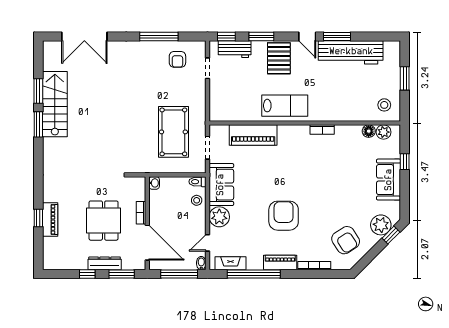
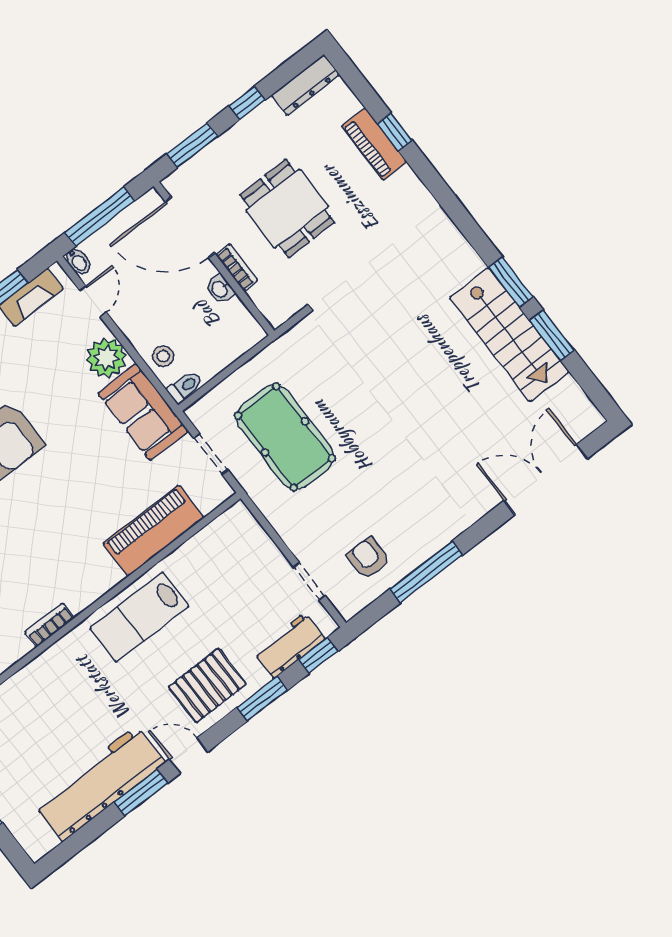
pallet: (279, 58) -> (207, 686), turned 90
washbasin: (154, 183) -> (220, 289), moved
dresser: (105, 263) -> (305, 85), moved

